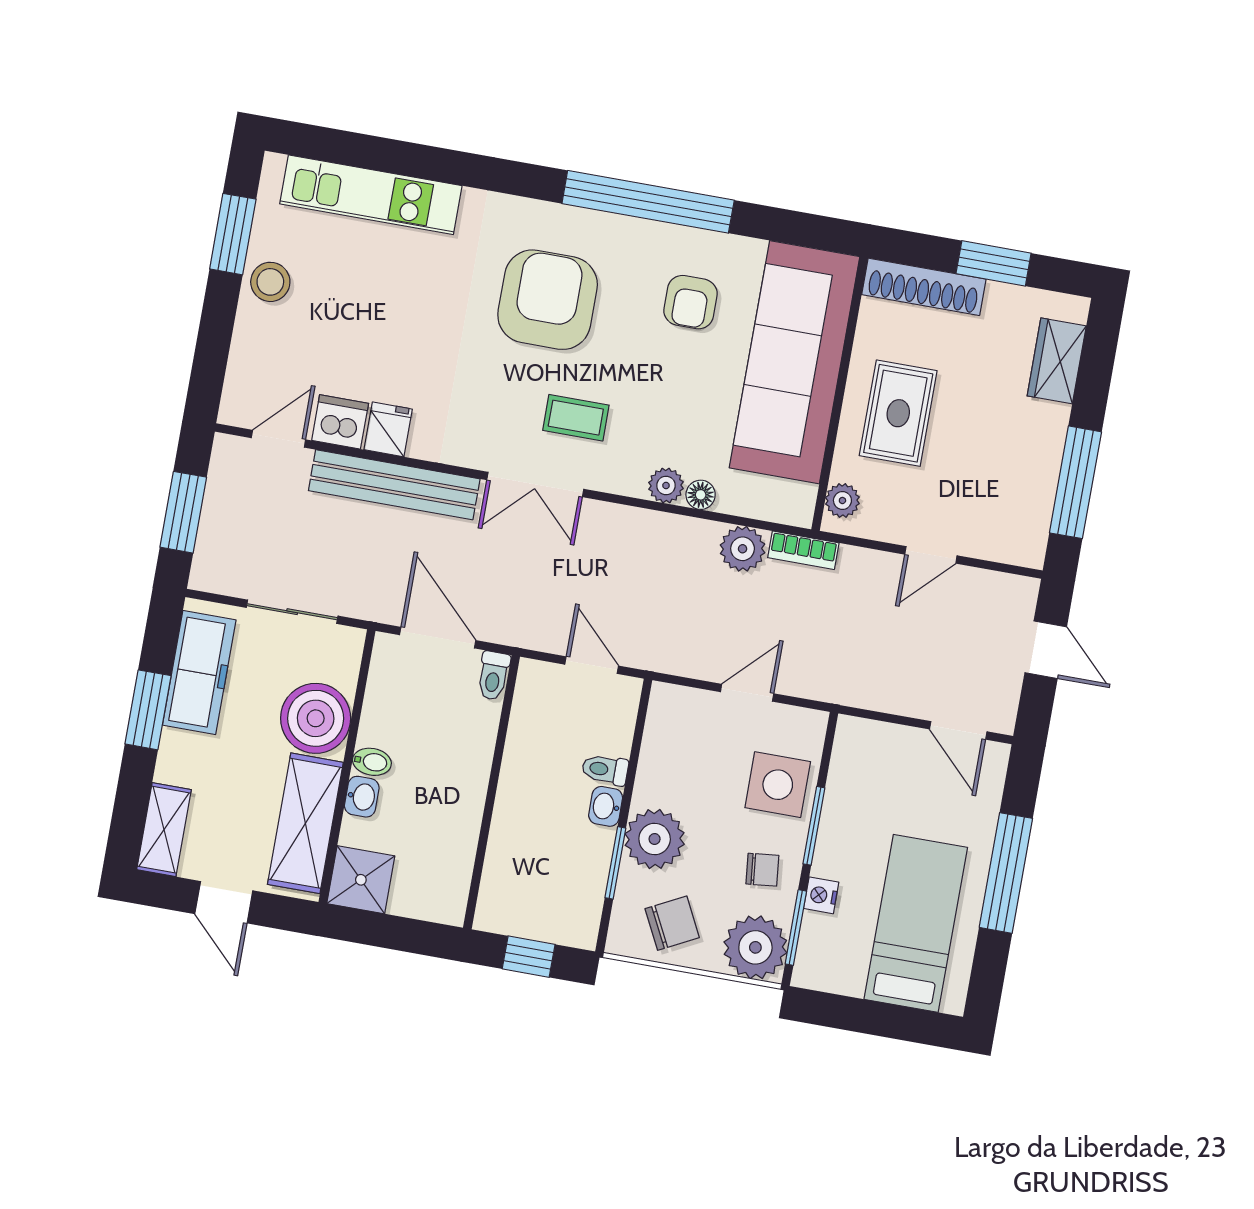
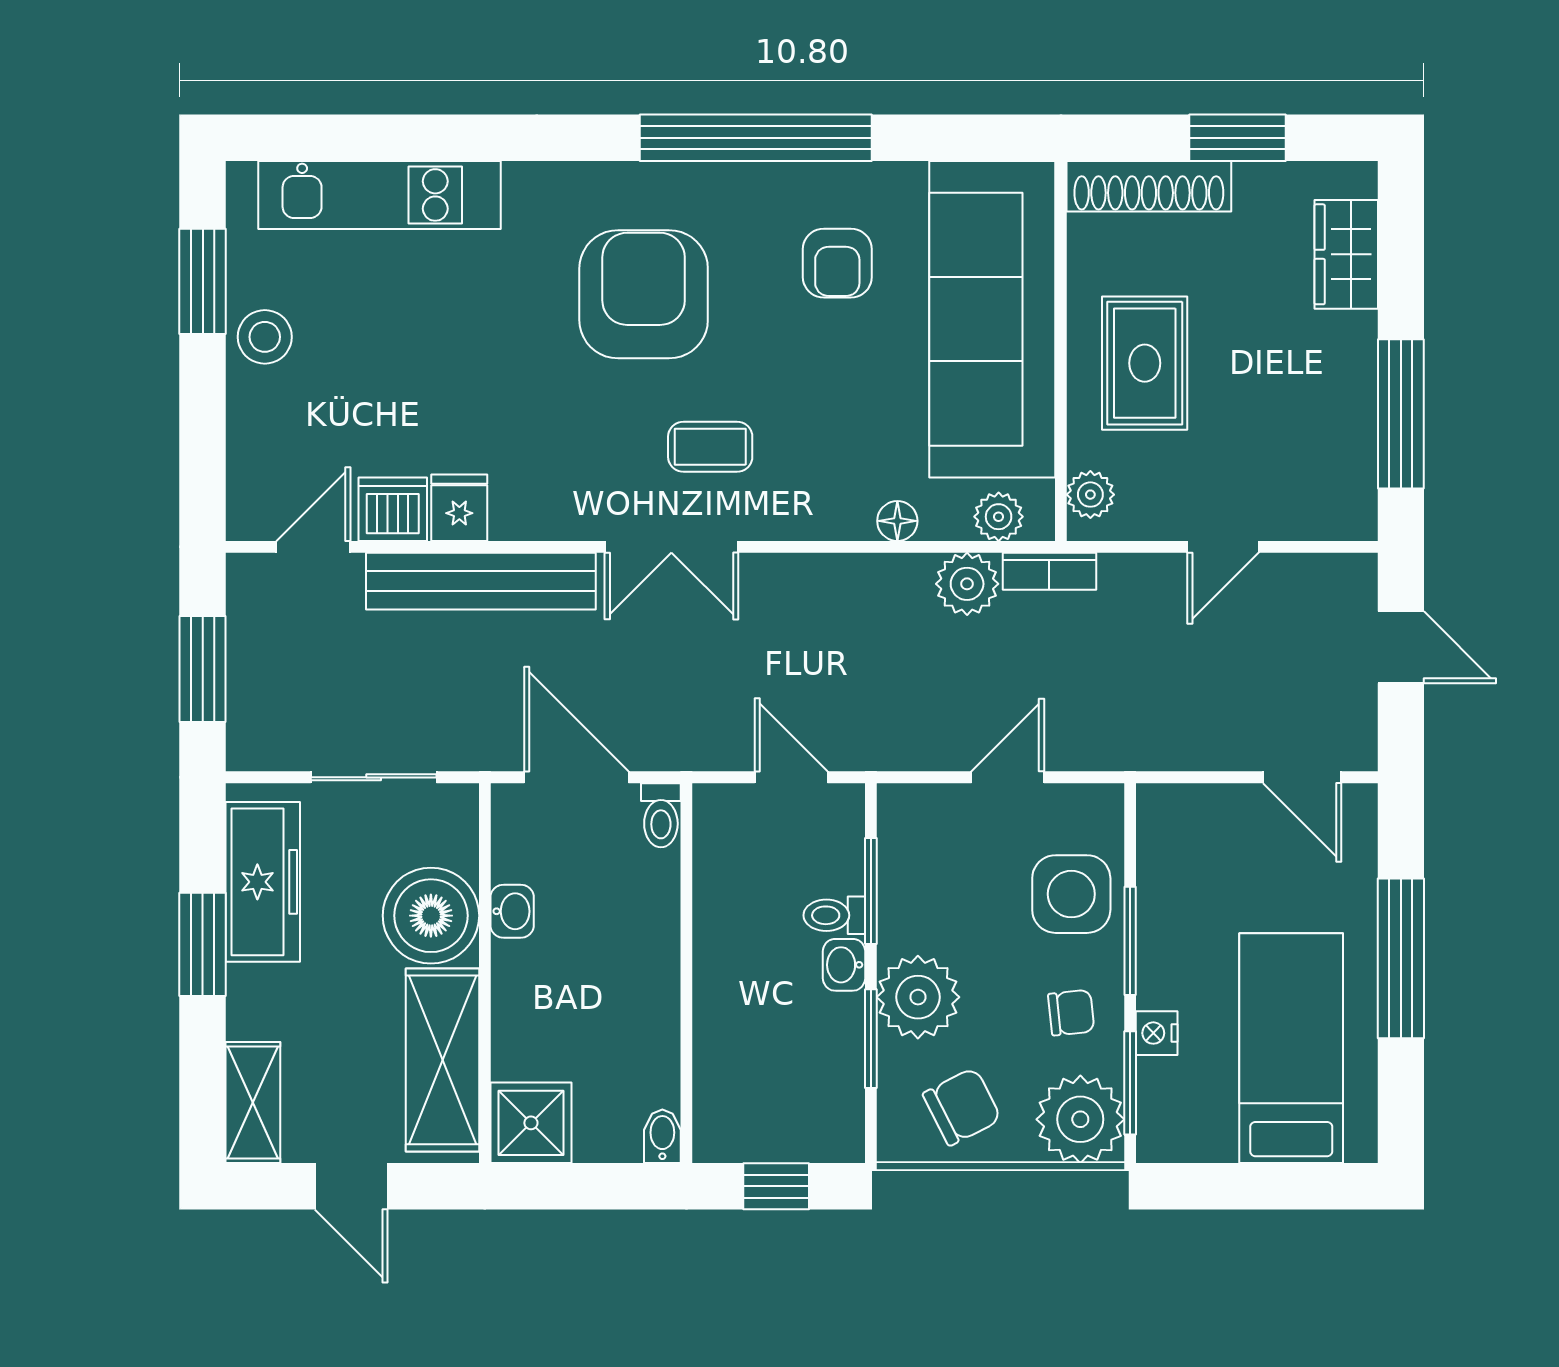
plant: (666, 485) -> (999, 517), moved
window: (634, 757) -> (871, 891), added
bidet: (372, 762) -> (662, 1136), moved, turned -90
washbasin: (362, 797) -> (512, 911), moved

